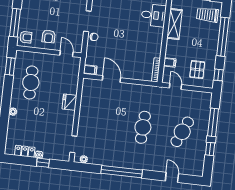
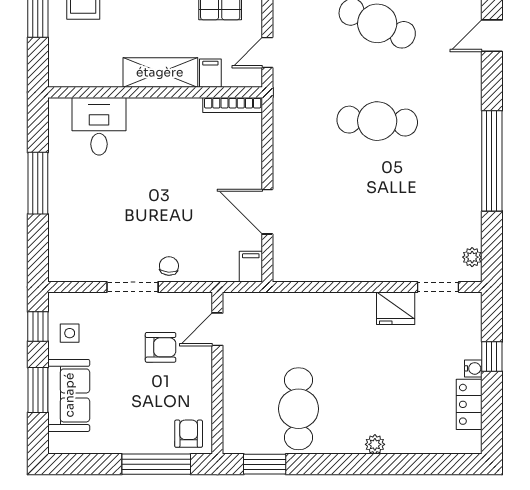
shelving: (174, 24) -> (160, 72), moved
armchair: (49, 36) -> (161, 347), moved
door: (111, 79) -> (267, 212), hinge flipped
cafe table: (31, 82) -> (299, 409), turned 90
fridge: (69, 102) -> (396, 308), moved

